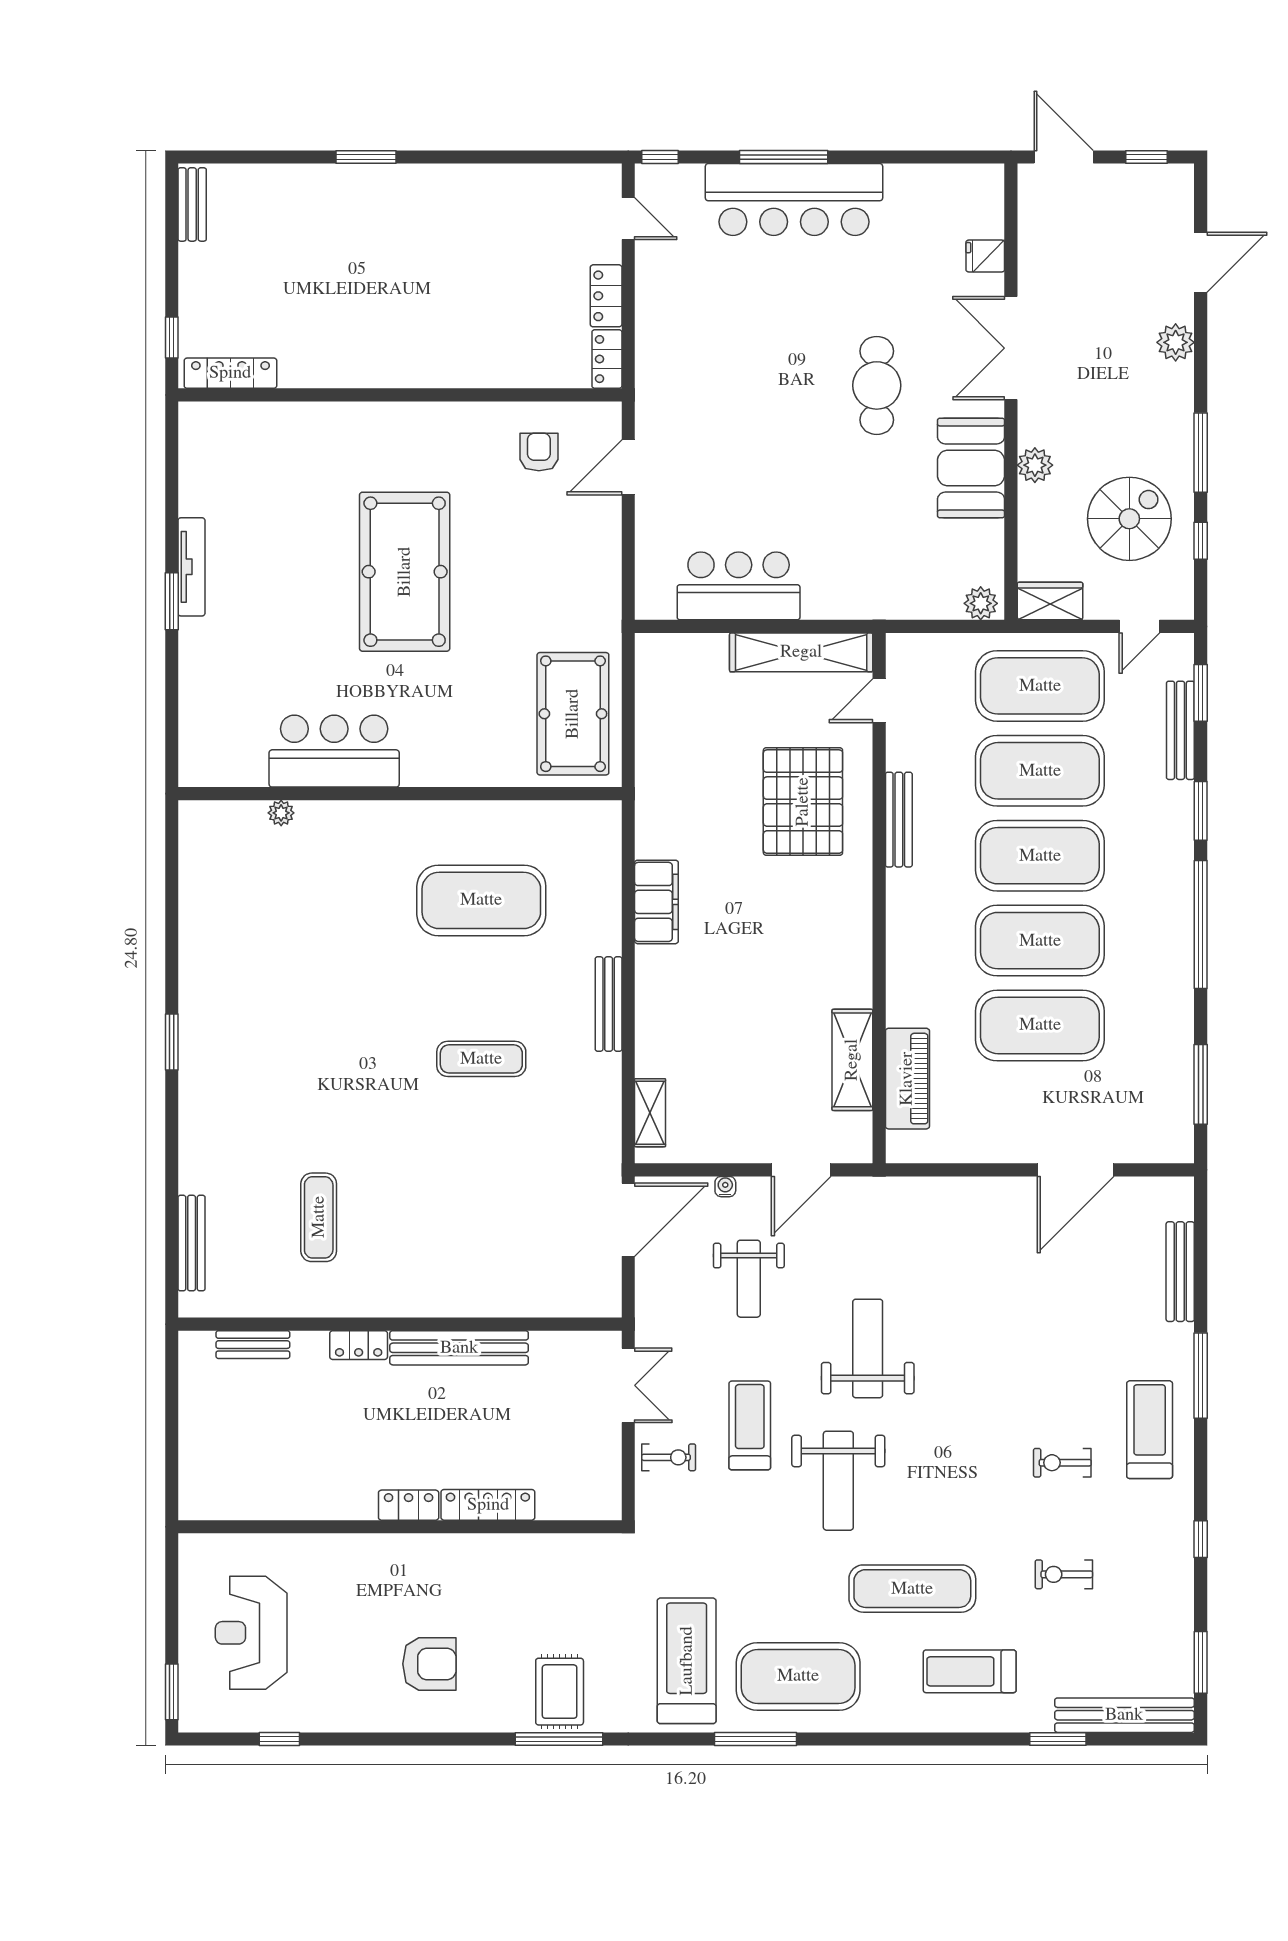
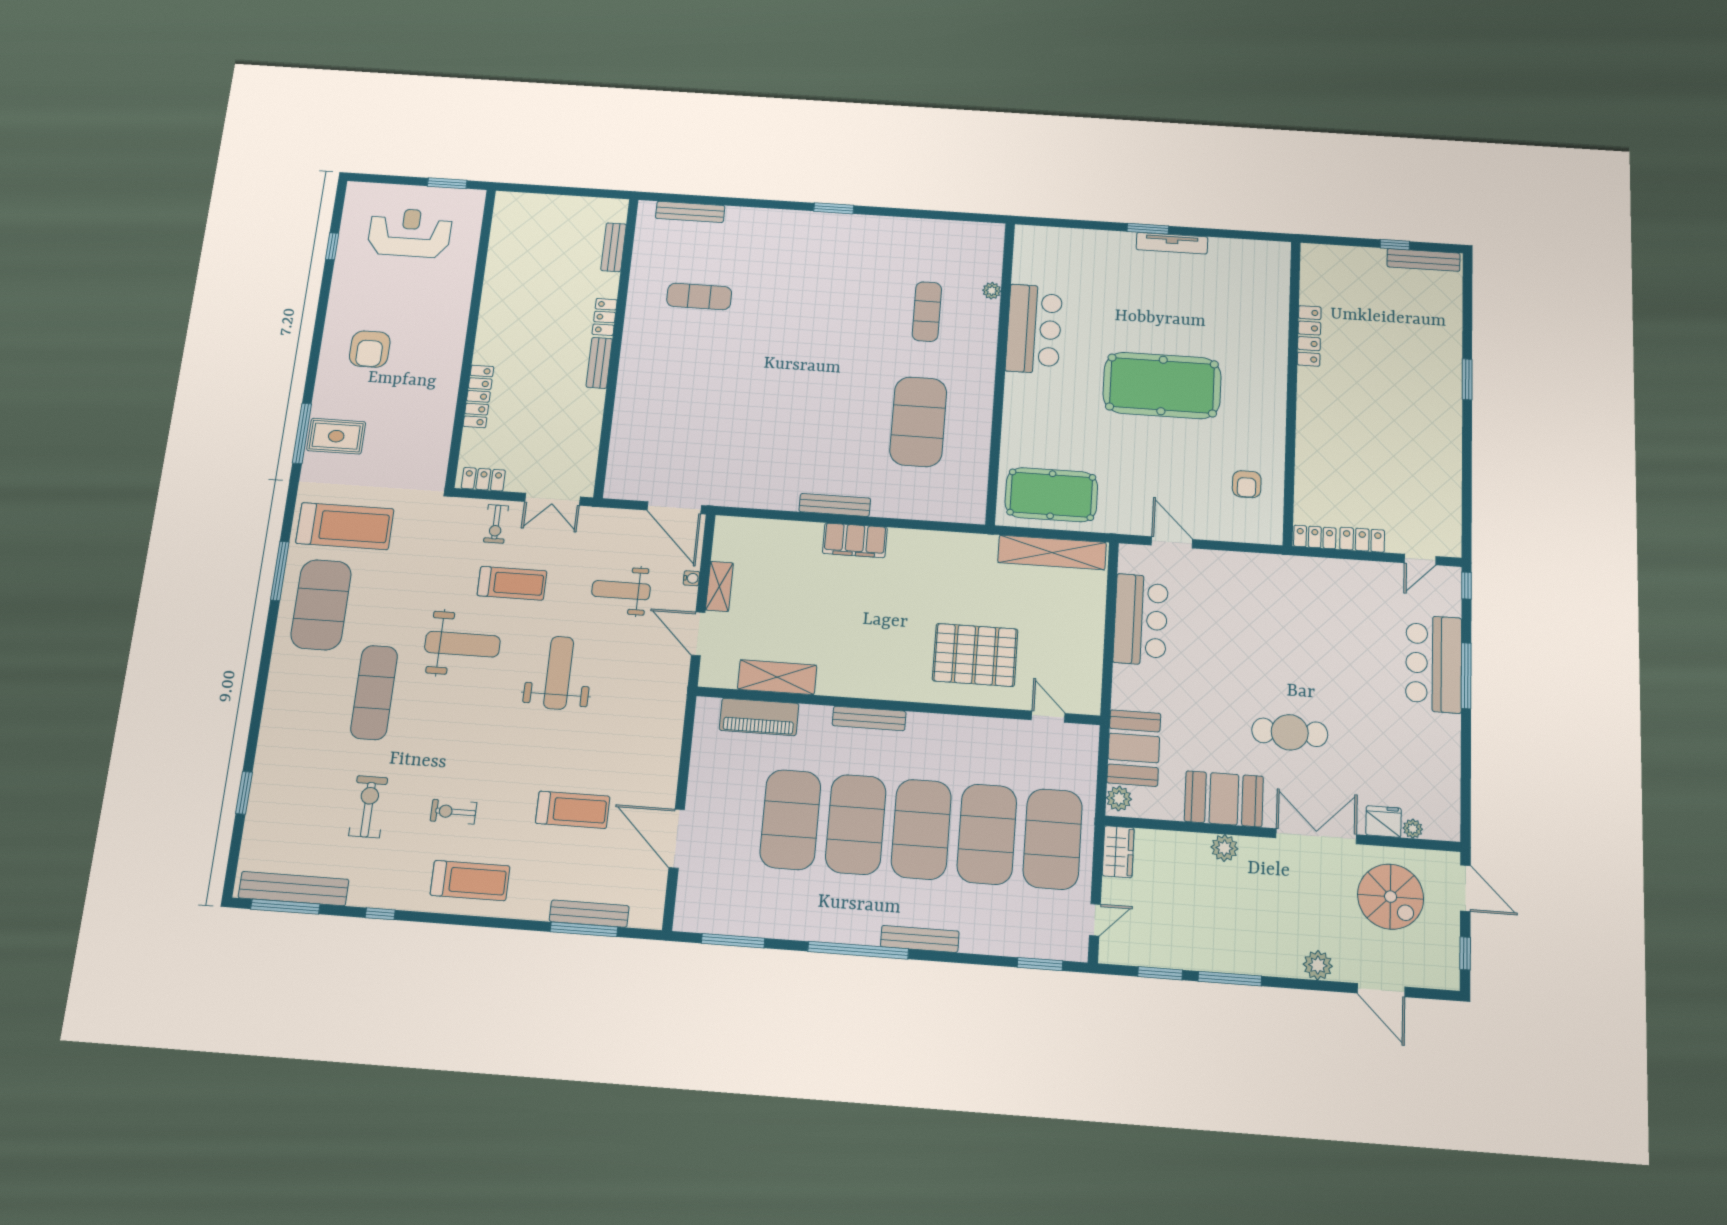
door: (1064, 157) -> (1465, 888), hinge flipped
bar counter: (794, 199) -> (1434, 664), width x0.73
bench: (192, 204) -> (1423, 260), width x1.36
plant: (992, 225) -> (1413, 829), added
fridge: (985, 256) -> (1383, 821), width x1.38
window: (172, 338) -> (1395, 245), moved
locker: (230, 373) -> (1309, 336), moved
armchair: (539, 452) -> (1247, 484), turned 90
door: (628, 467) -> (1172, 542), moved
spiral stairs: (1129, 519) -> (1391, 897), moved
window: (1201, 541) -> (1160, 973), width x1.50
booth: (913, 587) -> (1134, 748), added
door: (1139, 626) -> (1095, 920), swing flipped
shelving: (801, 652) -> (1052, 552), moved, turned 90
bench: (1180, 730) -> (920, 939), moved
window: (1201, 811) -> (947, 957), removed
bench: (899, 820) -> (869, 718), moved
filing cabinet: (656, 902) -> (855, 540), moved
exercise mat: (481, 1059) -> (927, 312), moved
shelving: (650, 1113) -> (719, 586), moved, turned 90
bench: (459, 1348) -> (599, 363), width x0.54, depth x0.82
weight bench: (868, 1348) -> (559, 673), turned -90
window: (1201, 1376) -> (584, 929), moved
exercise bike: (1062, 1463) -> (454, 812), turned -90
weight bench: (838, 1481) -> (462, 644), turned 180
locker: (409, 1505) -> (483, 479), moved, turned -90
exercise bike: (1064, 1574) -> (368, 807), width x1.38, depth x1.39
window: (1201, 1662) -> (285, 907), width x1.44
treadmill: (970, 1671) -> (573, 810), moved, turned 90
window: (172, 1692) -> (447, 183), moved
bench: (1124, 1715) -> (294, 889), moved, turned 90

